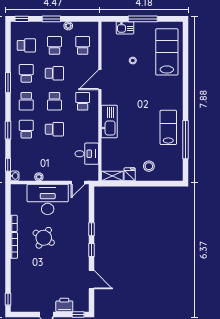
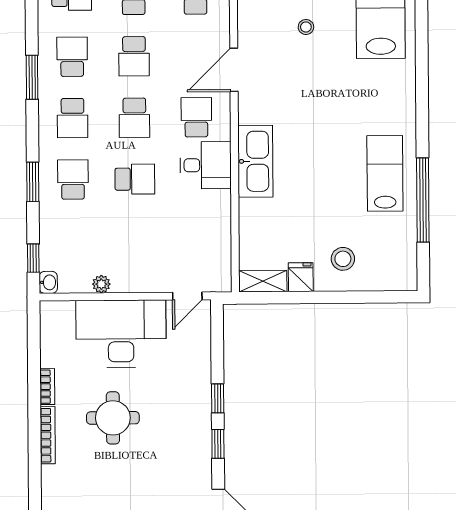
school desk: (54, 73) -> (134, 56), turned 90
desk: (87, 154) -> (206, 165), moved
round table: (44, 238) -> (113, 418), turned -32

